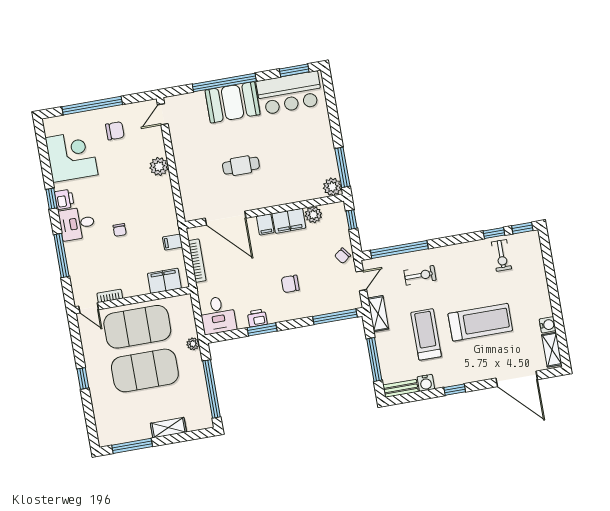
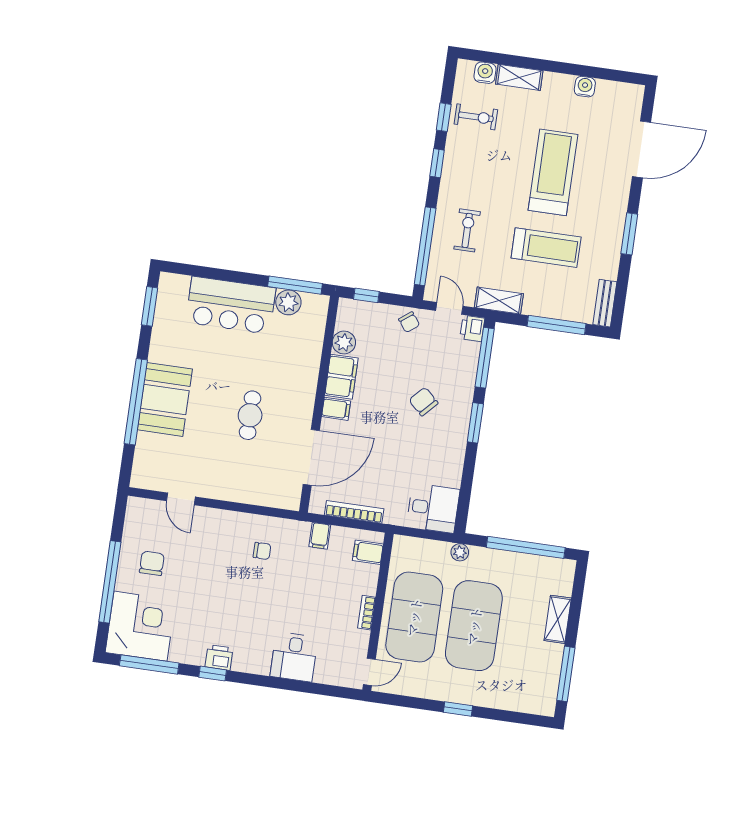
bar counter: (289, 93) -> (231, 305), moved, turned 90
door: (163, 114) -> (181, 499), moved
corner desk: (72, 156) -> (140, 626), moved, turned 90
plant: (159, 166) -> (217, 521), removed
plant: (332, 187) -> (288, 302), moved
desk: (77, 224) -> (294, 657), moved
window: (522, 228) -> (437, 163), moved
chair: (120, 230) -> (262, 551), moved
window: (61, 256) -> (149, 664), moved
filing cabinet: (164, 281) -> (368, 552), width x0.50
chair: (290, 284) -> (423, 402), turned 133
bookcase: (110, 296) -> (367, 613), moved
printer: (257, 318) -> (472, 328), moved
window: (262, 329) -> (475, 423), moved
treadmill: (426, 334) -> (546, 248), turned 180
shelving: (552, 350) -> (519, 77), moved
water cooler: (426, 383) -> (485, 73), moved, turned -90
window: (455, 390) -> (629, 234), width x1.50

